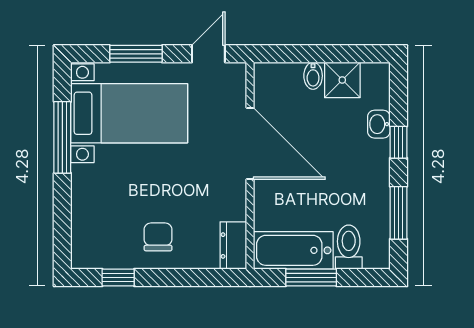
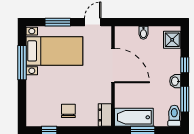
shower: (342, 80) -> (172, 40), moved
washbasin: (379, 124) -> (175, 81), moved
toilet: (349, 247) -> (174, 116), moved

